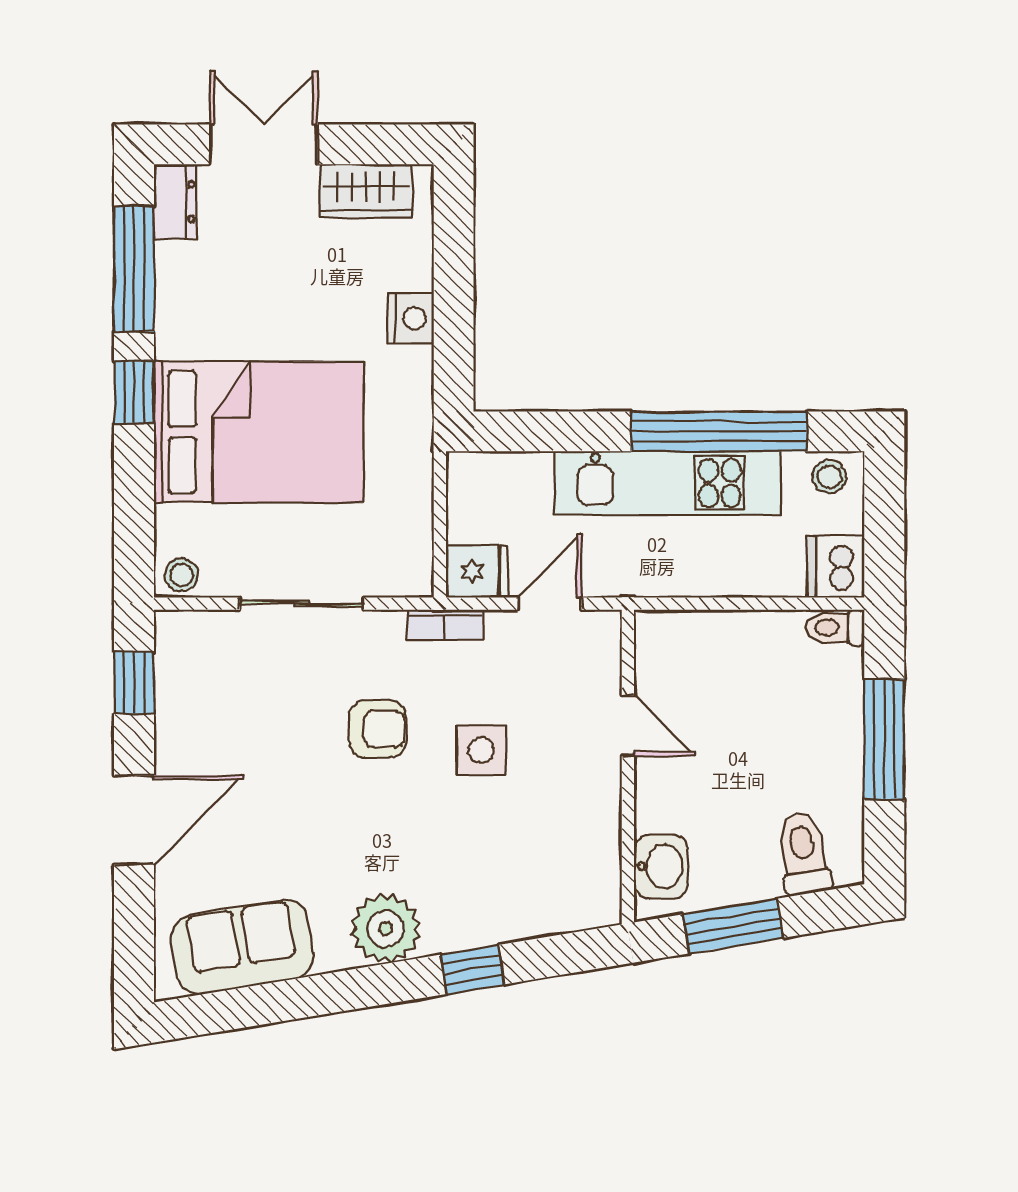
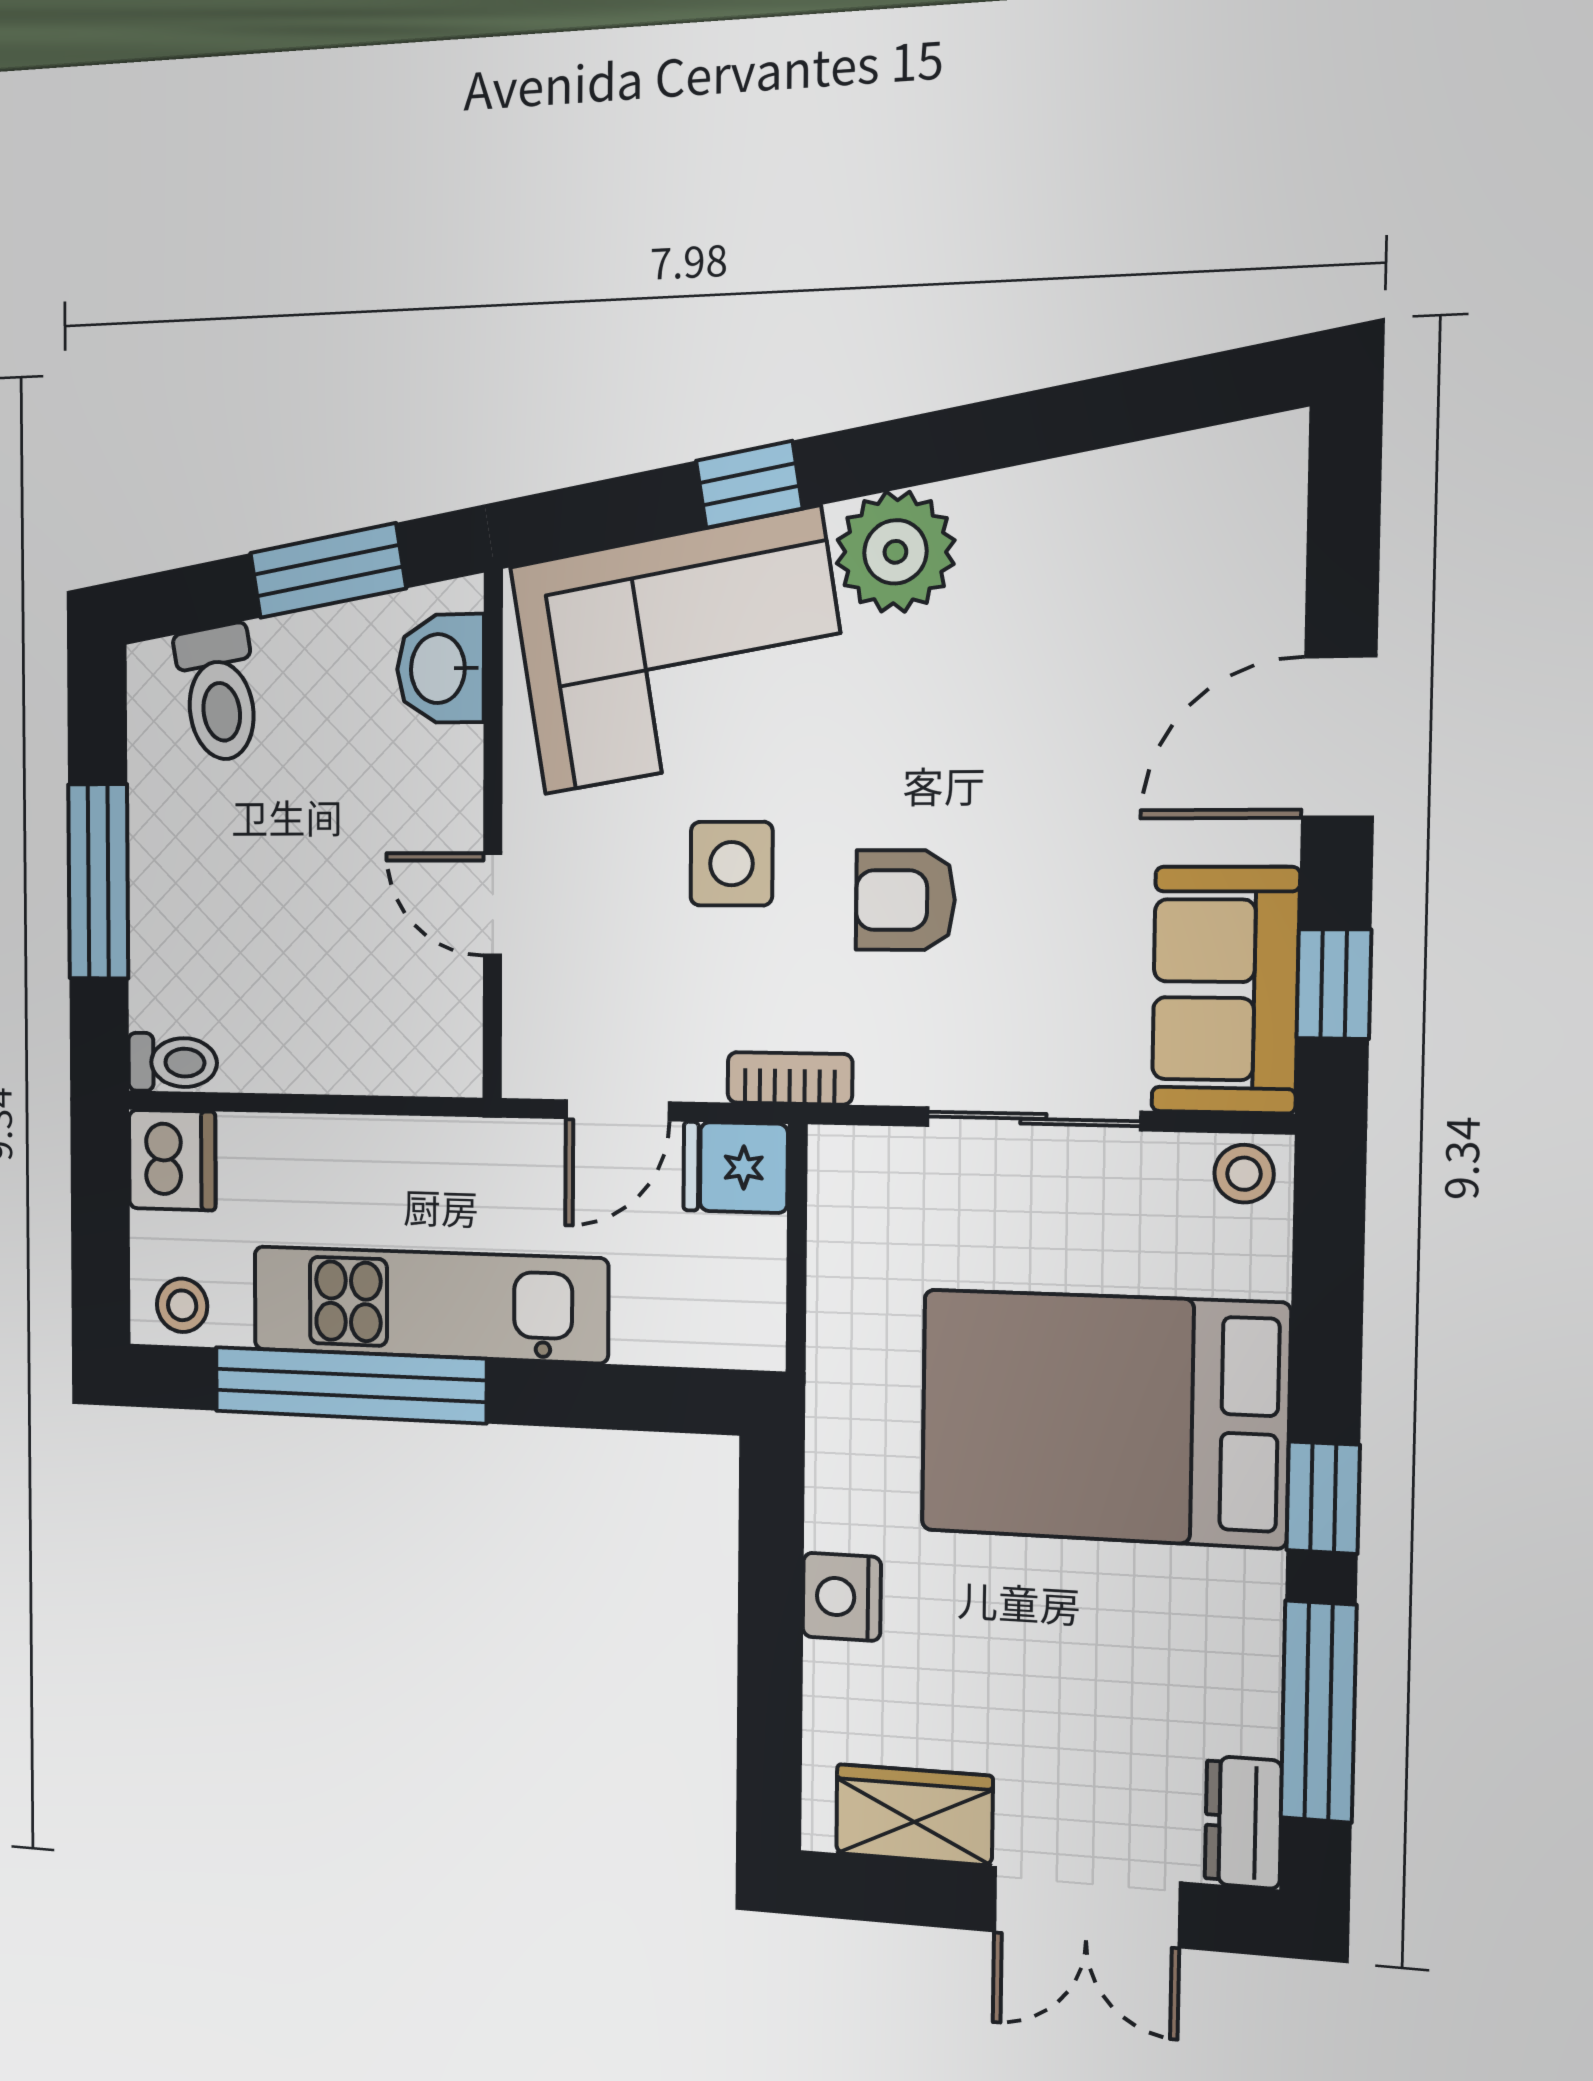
corner sofa: (512, 874) -> (681, 652), added
sofa: (242, 947) -> (1225, 990), moved, turned 99

